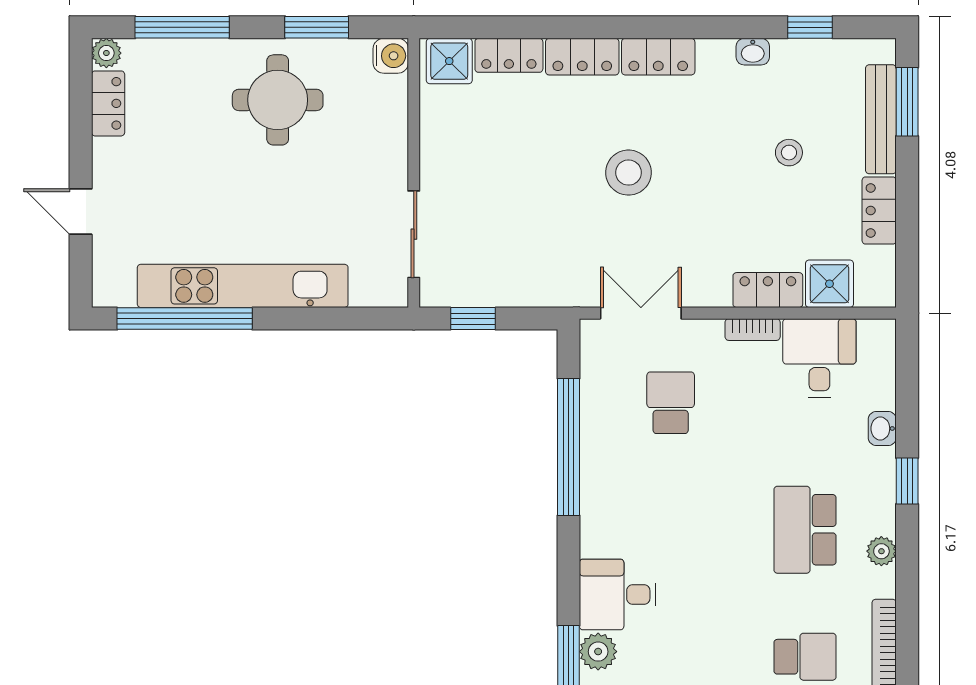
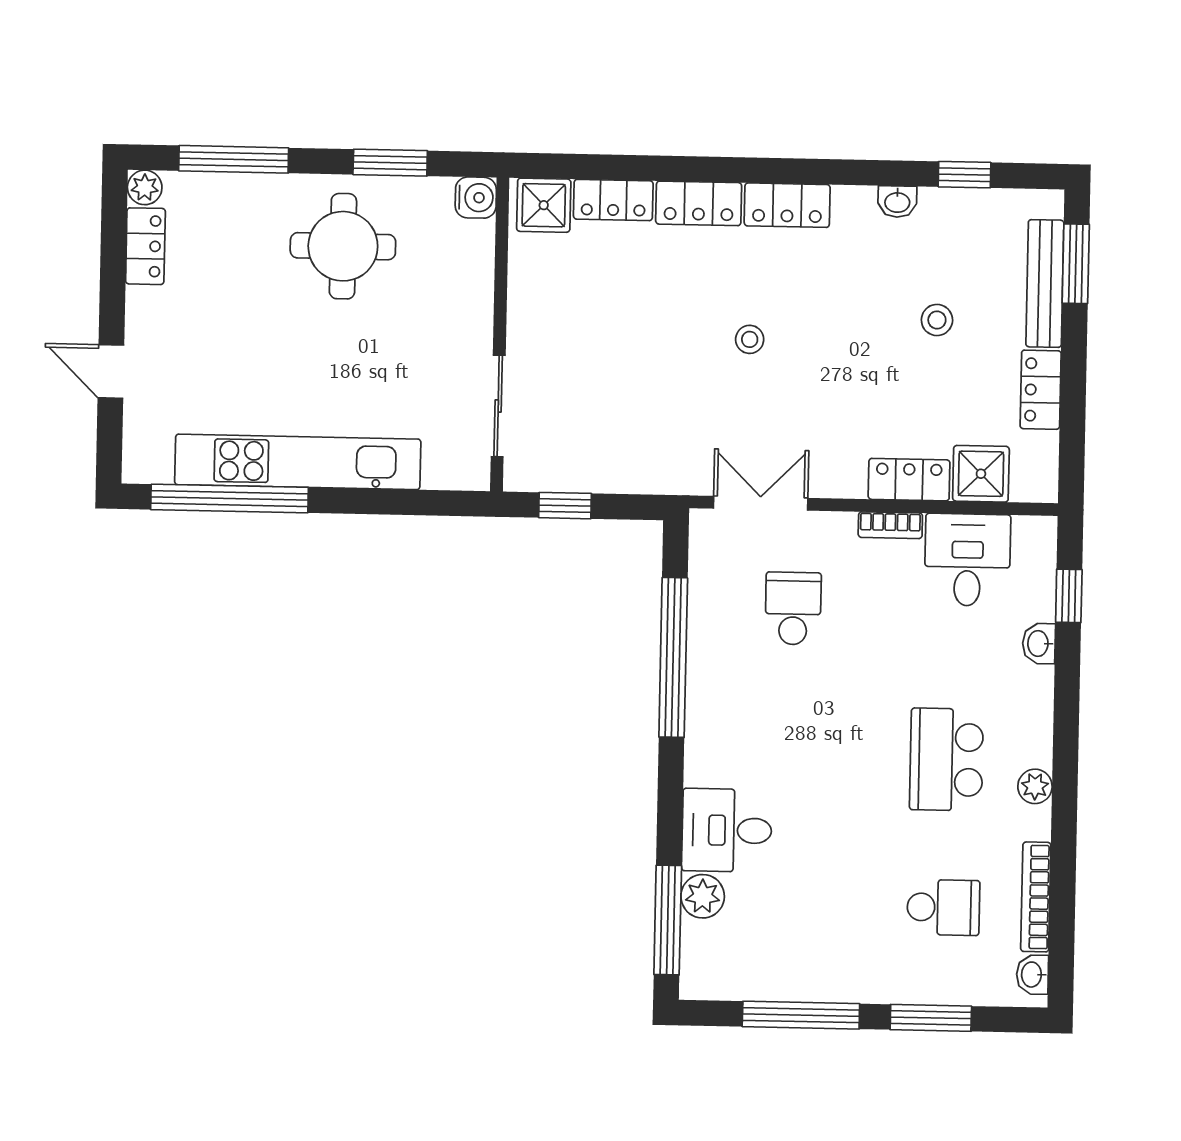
stool: (628, 173) -> (750, 339), width x0.53, depth x0.53
window: (907, 481) -> (1069, 596), moved

